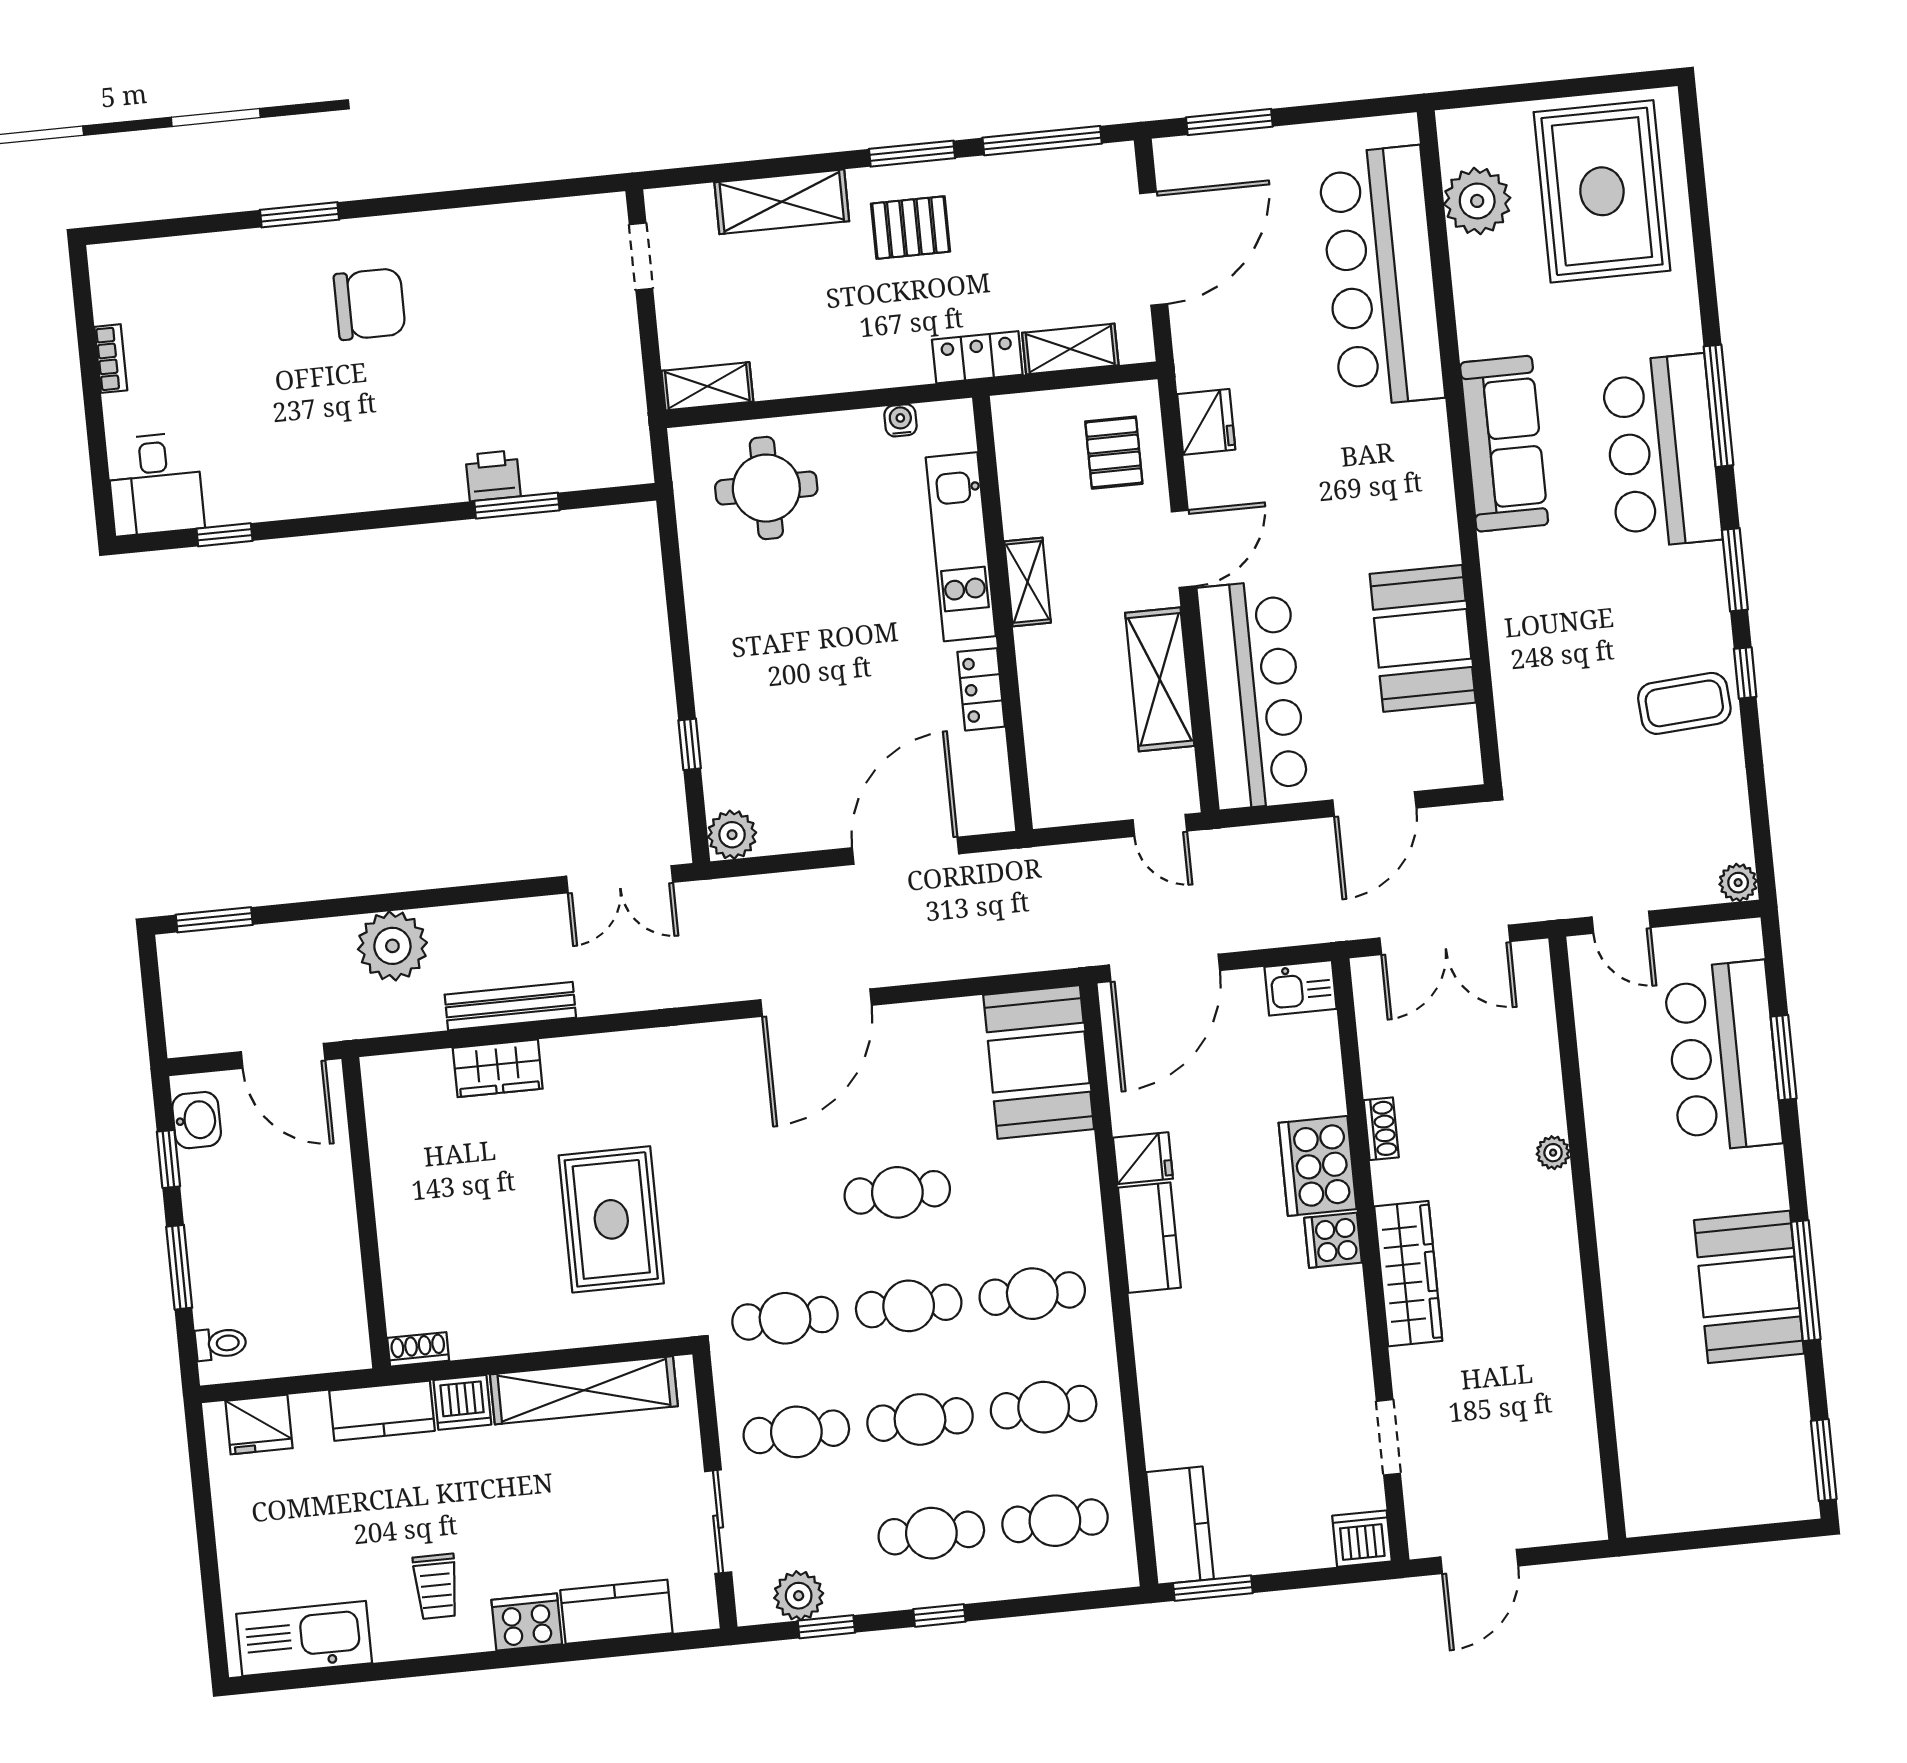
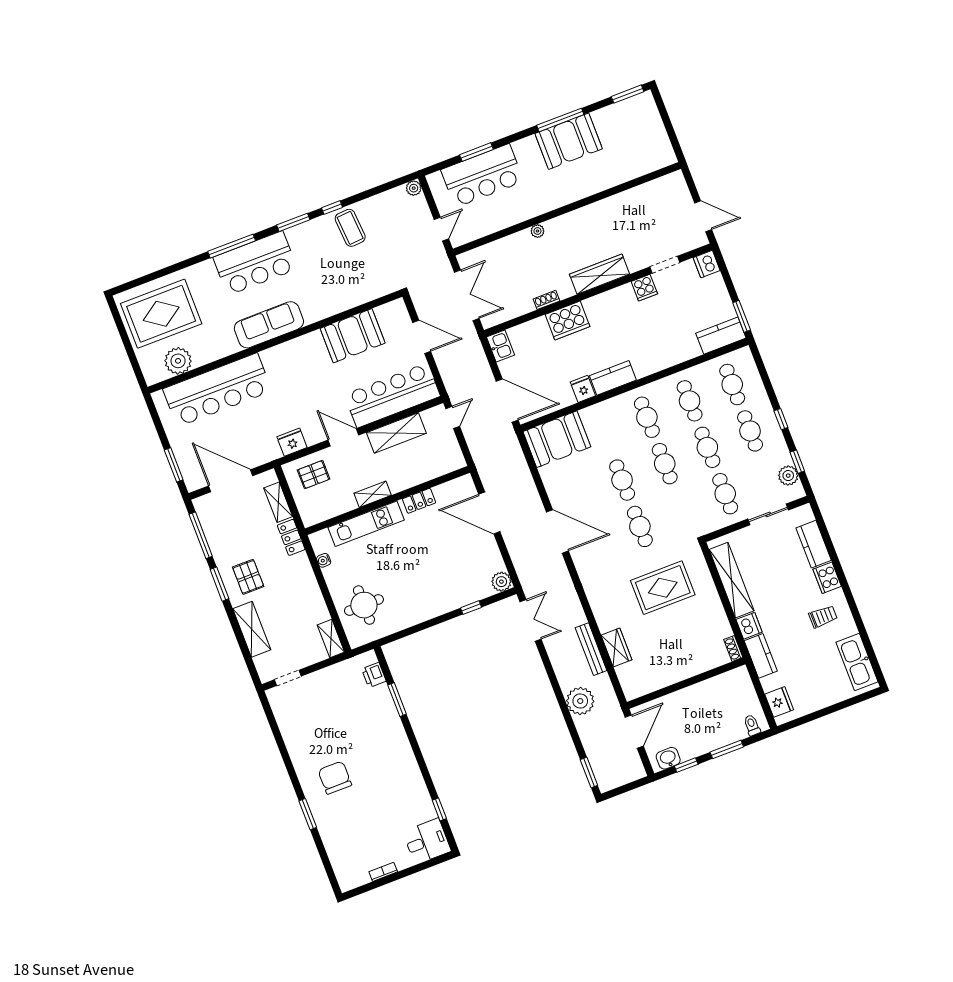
printer: (493, 476) -> (374, 675), moved
cooker: (1333, 1240) -> (644, 288), moved
cafe table: (785, 1318) -> (640, 526), moved

